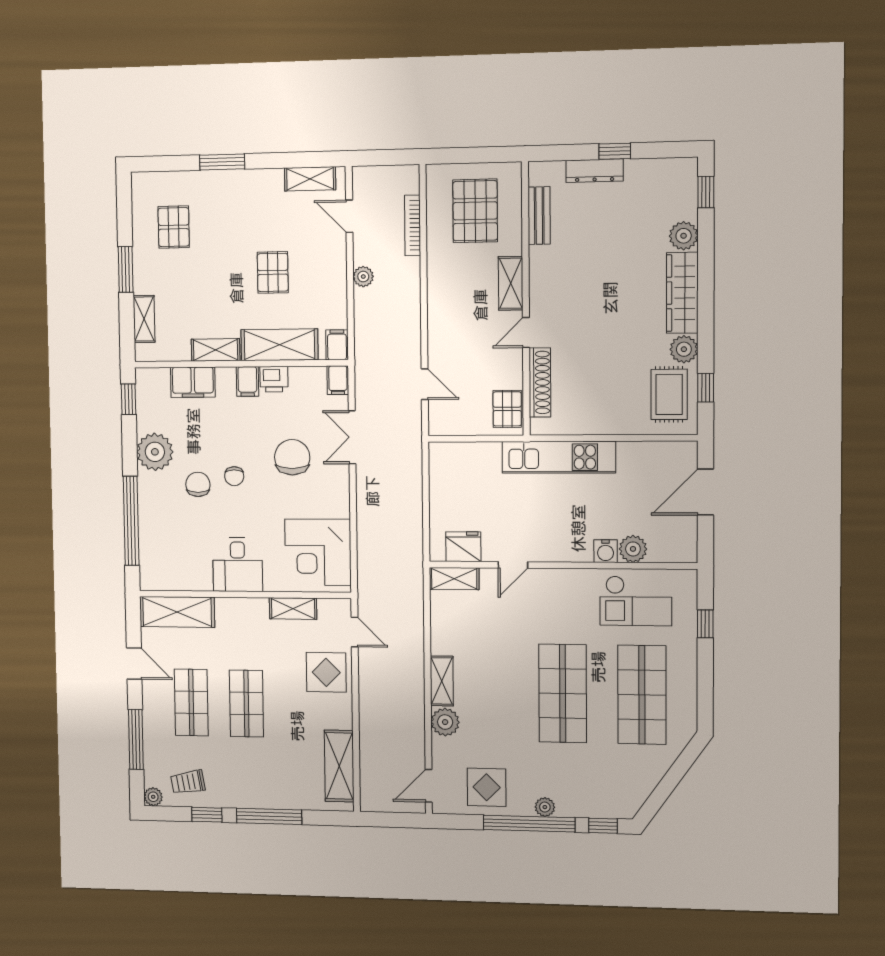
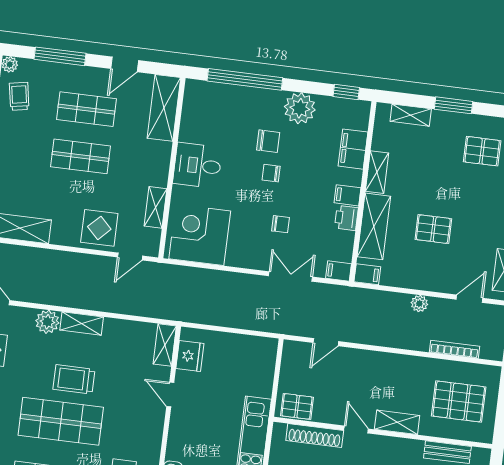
chair: (292, 457) -> (281, 224), width x0.54, depth x0.54
trolley: (510, 683) -> (74, 379), added

